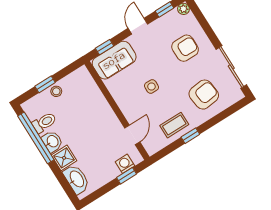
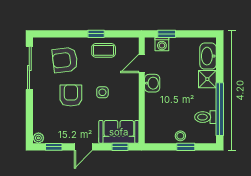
armchair: (185, 48) -> (71, 96), moved, turned 90
washbasin: (52, 141) -> (152, 83), moved, turned 180

